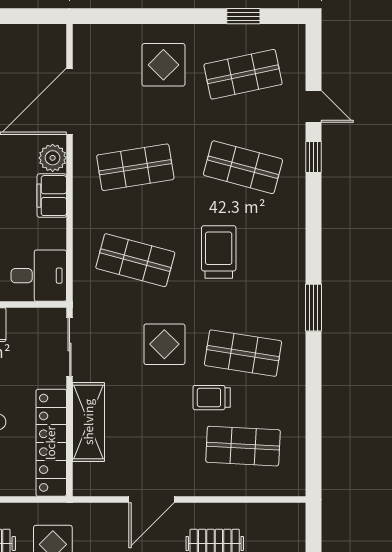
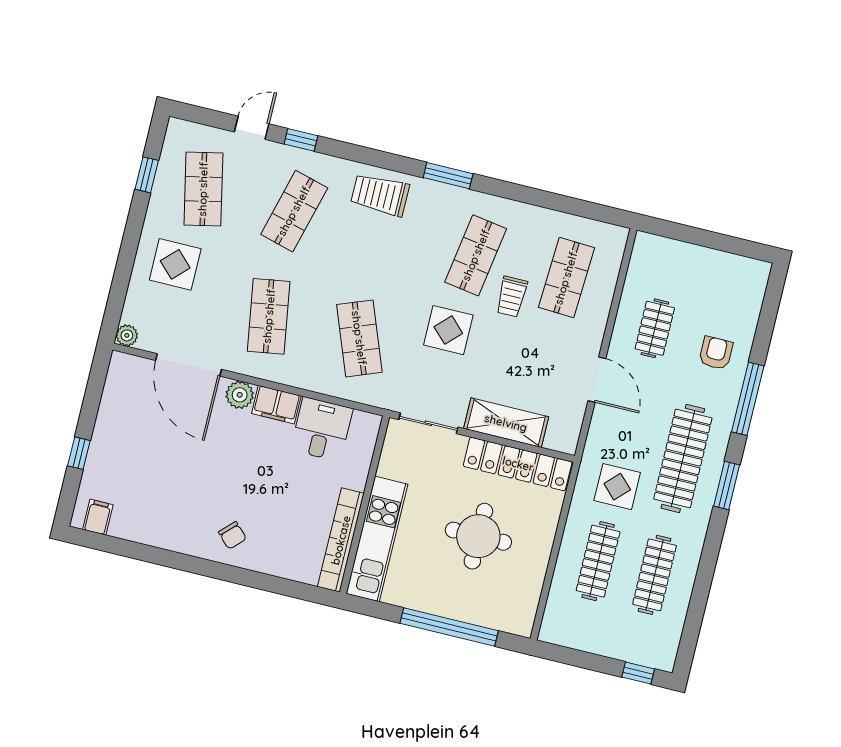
plant: (83, 35) -> (127, 335), added
trolley: (219, 252) -> (380, 195), moved
shop shelf: (135, 260) -> (359, 338), turned -36
desk: (39, 276) -> (322, 429), moved

